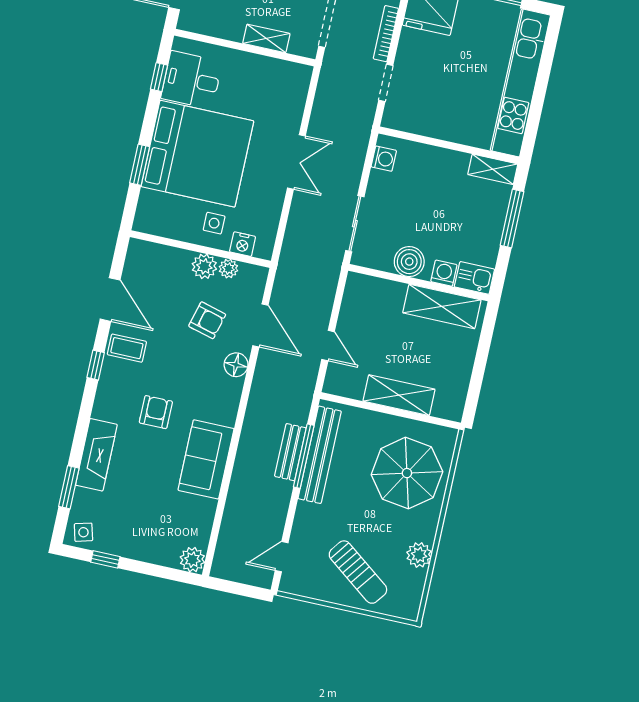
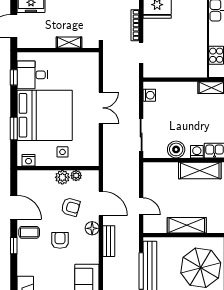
nightstand: (243, 244) -> (29, 160), moved
armchair: (156, 412) -> (60, 240), moved
bench: (290, 452) -> (109, 241), moved

